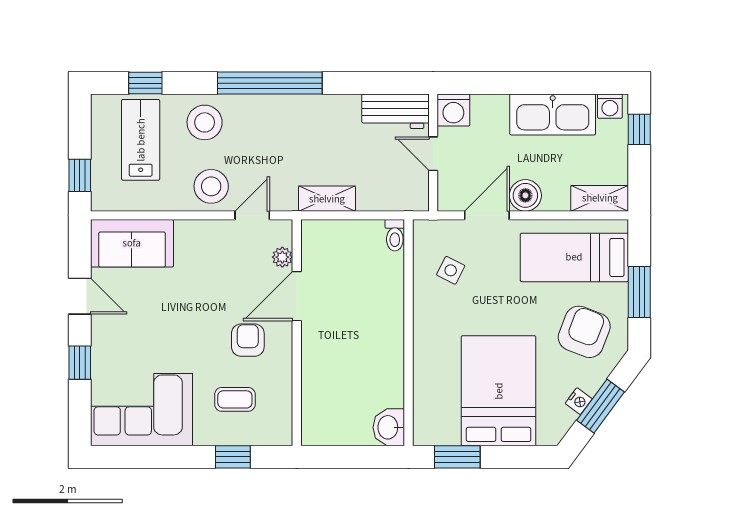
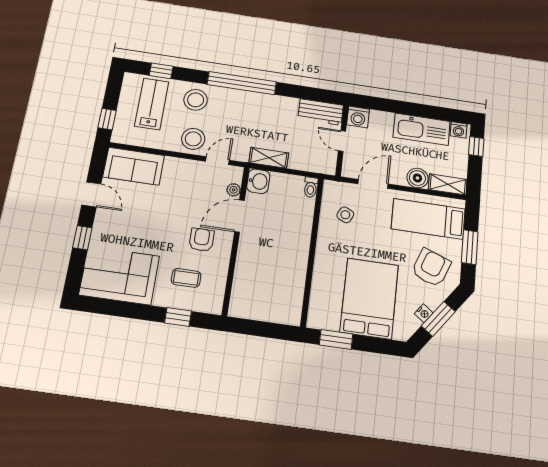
boiler: (525, 195) -> (417, 178), moved
washbasin: (389, 427) -> (258, 181), moved, turned 180

